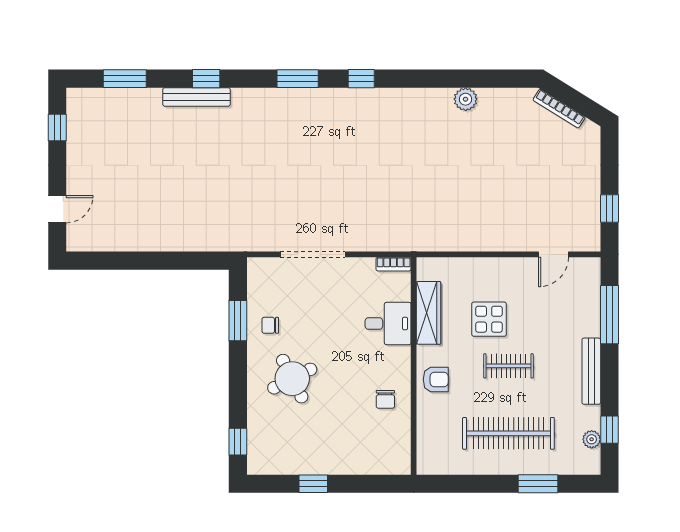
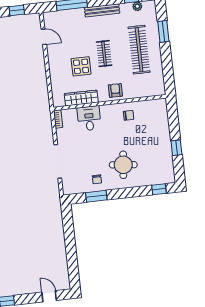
round table: (292, 379) -> (123, 165), turned 33

